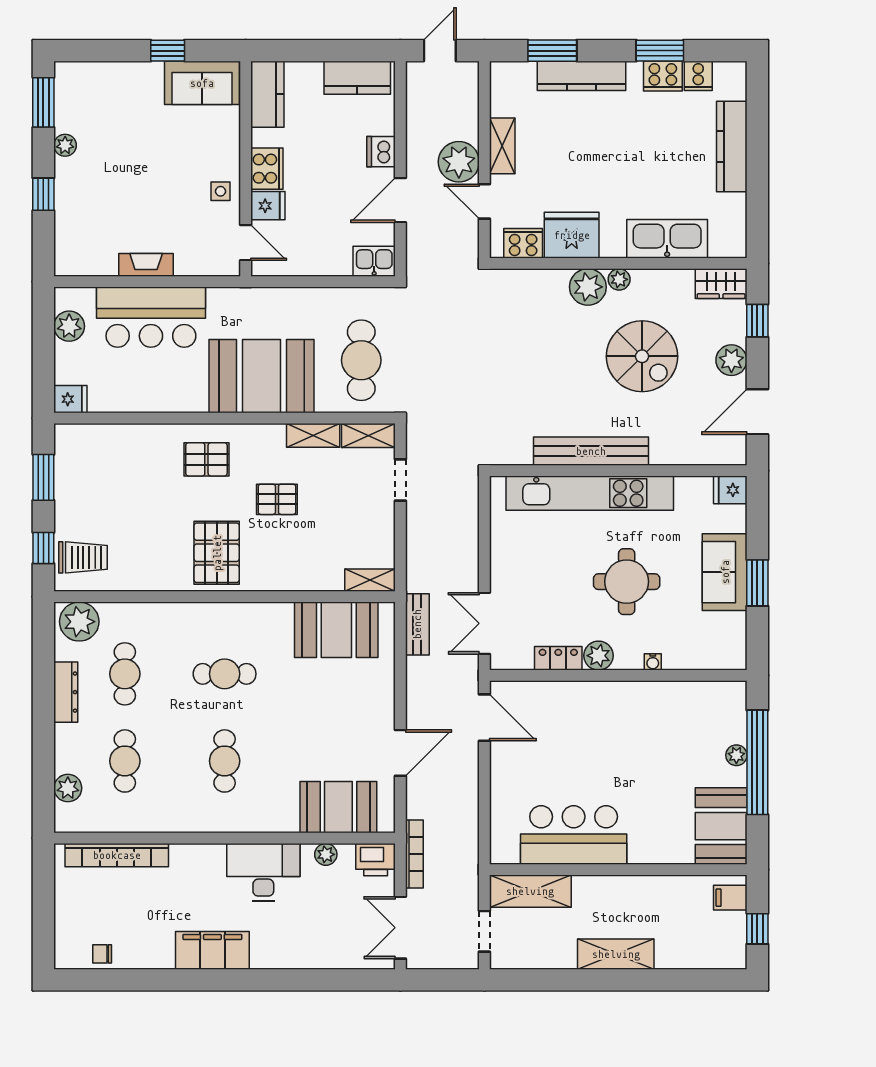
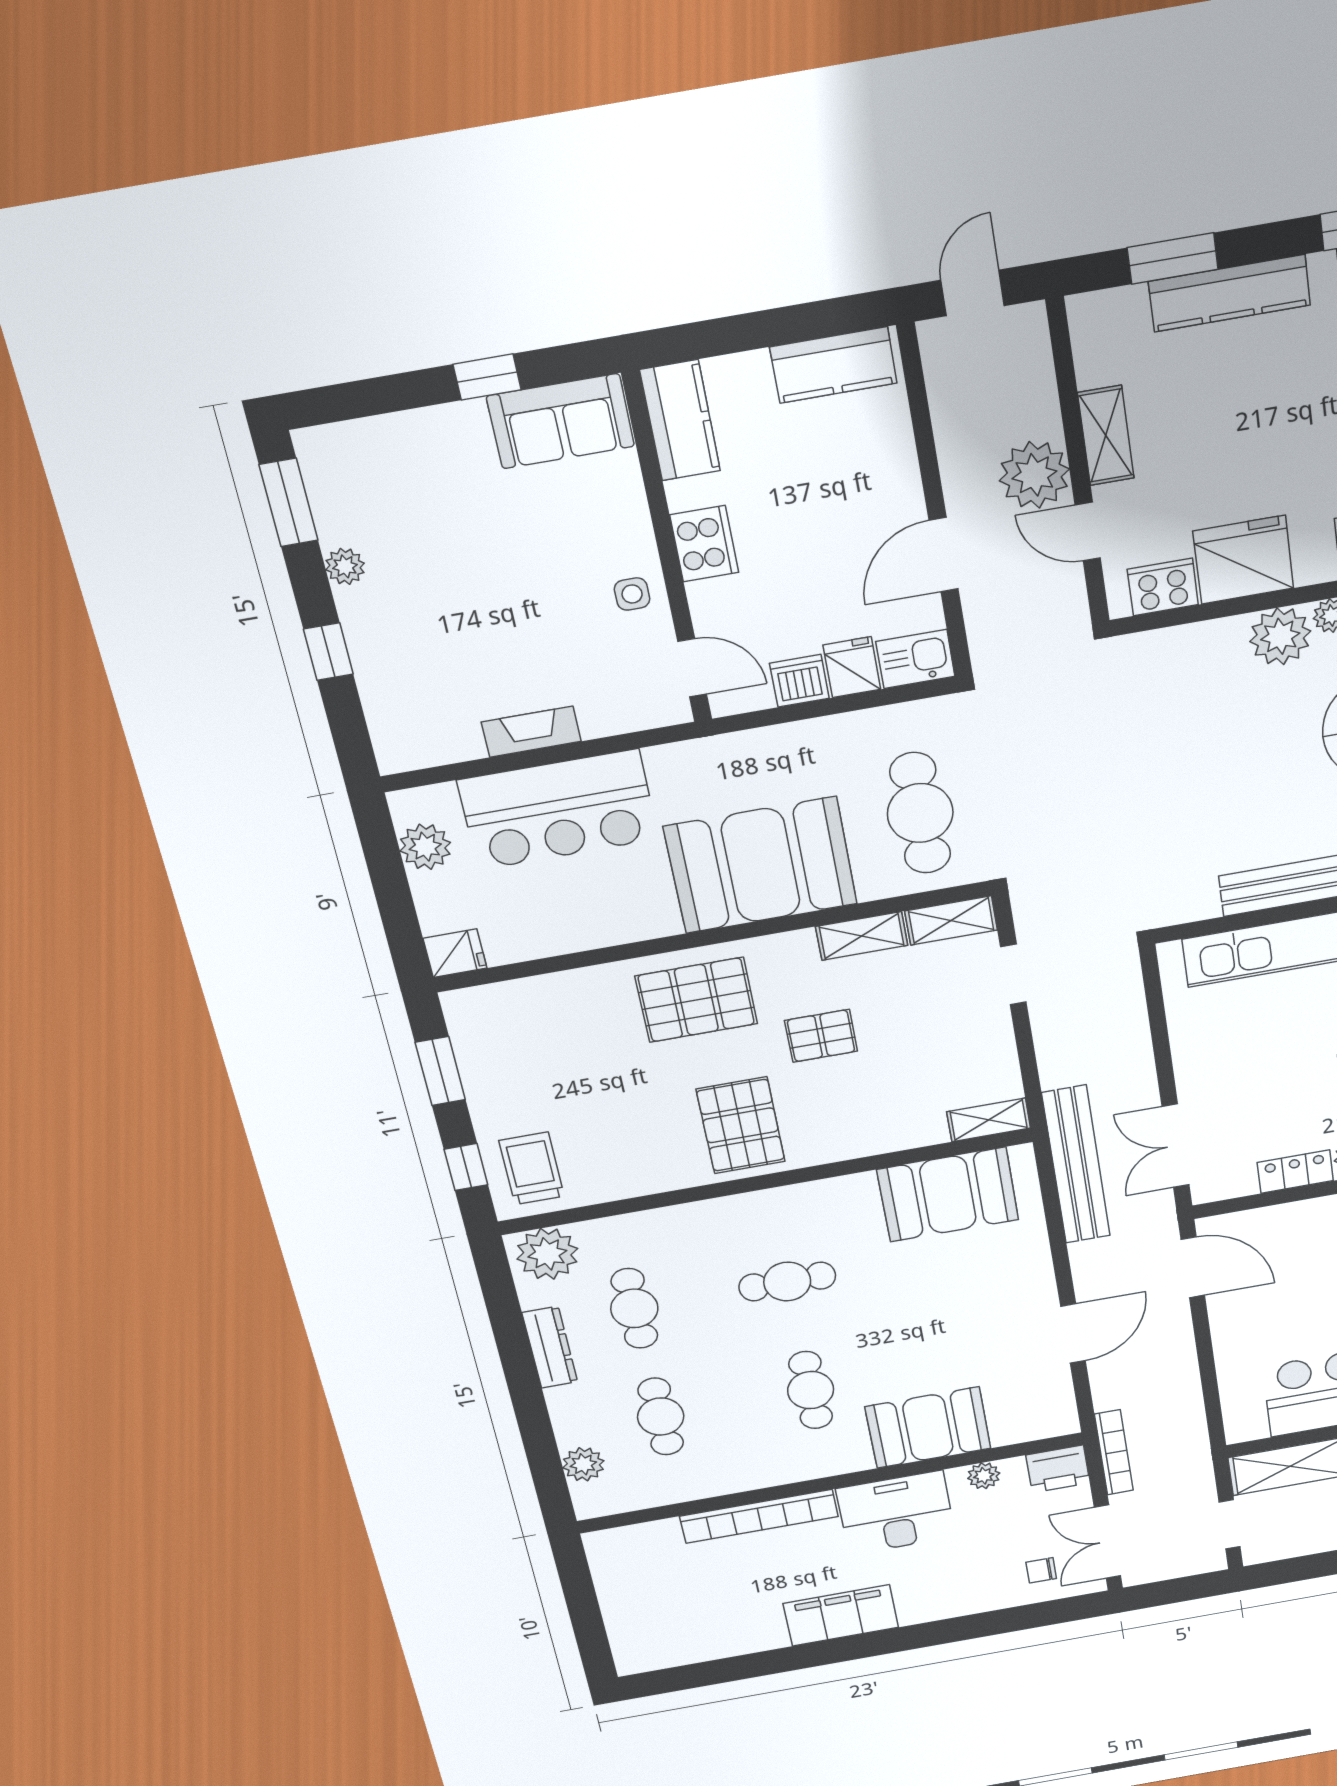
dishwasher: (381, 152) -> (799, 681), moved, turned 90
fridge: (268, 206) -> (852, 667), moved, turned -90
pallet: (206, 459) -> (696, 1000), width x1.50, depth x1.42
trolley: (83, 557) -> (532, 1168), turned -90
bench: (417, 624) -> (1076, 1165), width x1.86, depth x1.21
booth: (338, 807) -> (928, 1428), moved
bookcase: (117, 855) -> (759, 1516), moved
chair: (102, 954) -> (1041, 1570), moved

